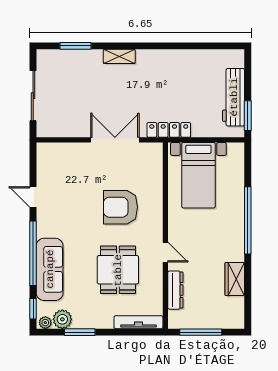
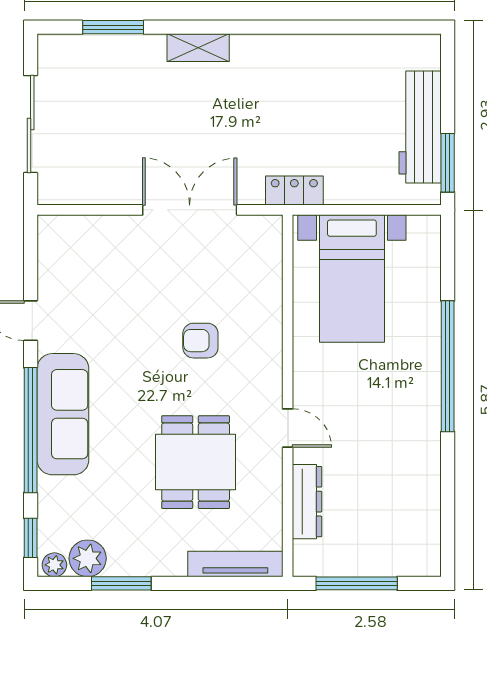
locker: (169, 130) -> (294, 190), width x0.66
armchair: (120, 207) -> (200, 341), width x0.53, depth x0.53
sofa: (50, 269) -> (63, 414), moved
wardrobe: (235, 279) -> (422, 480), removed

